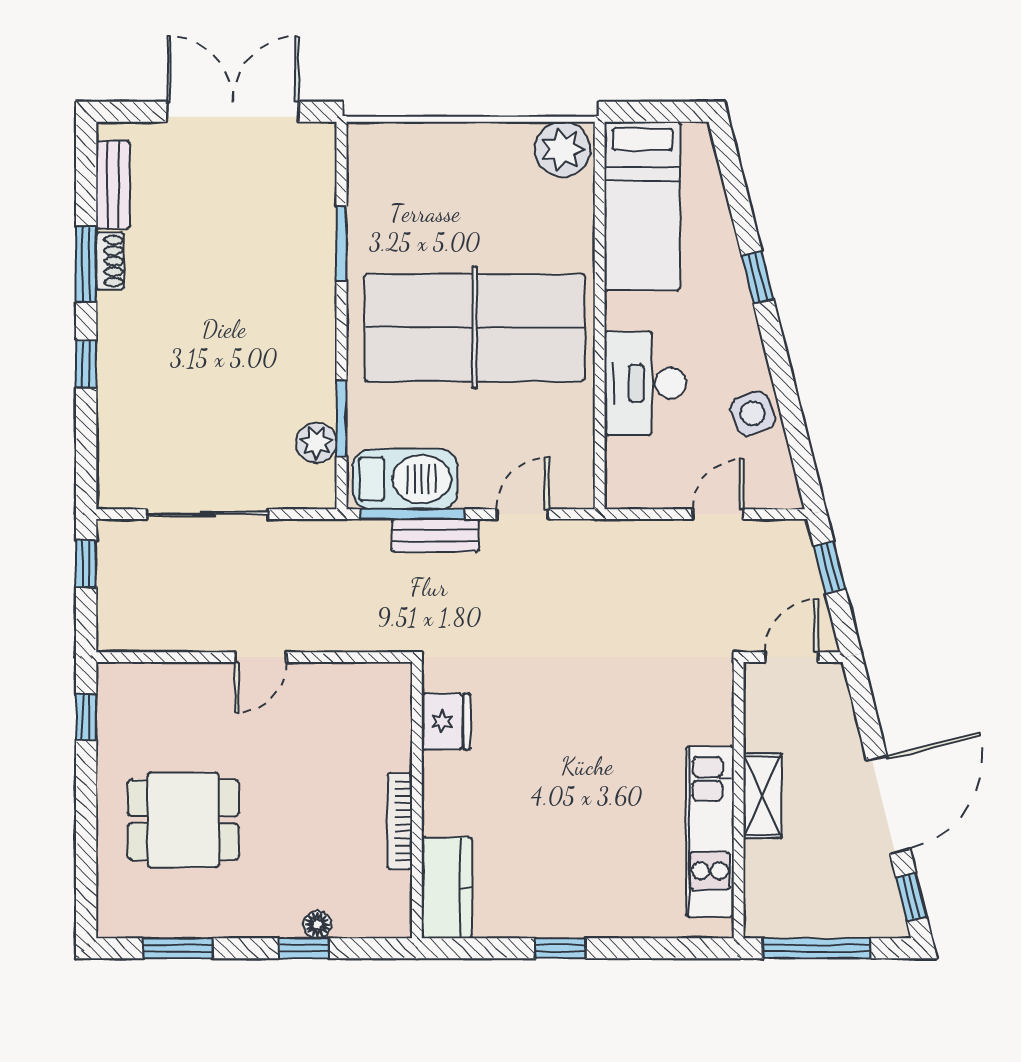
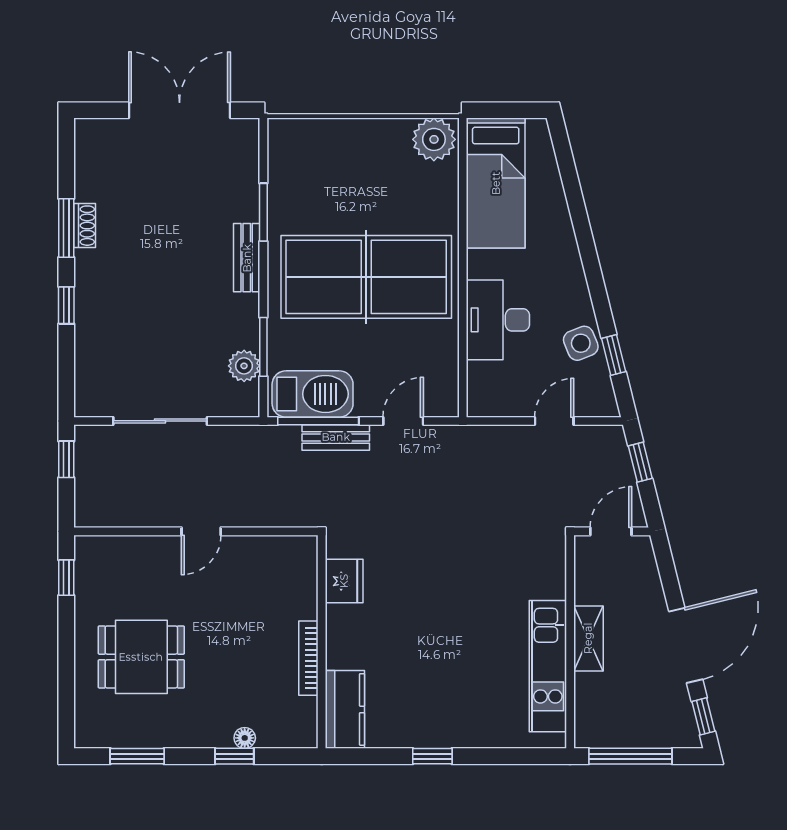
bench: (113, 185) -> (247, 258), moved
window: (758, 278) -> (614, 355), moved

